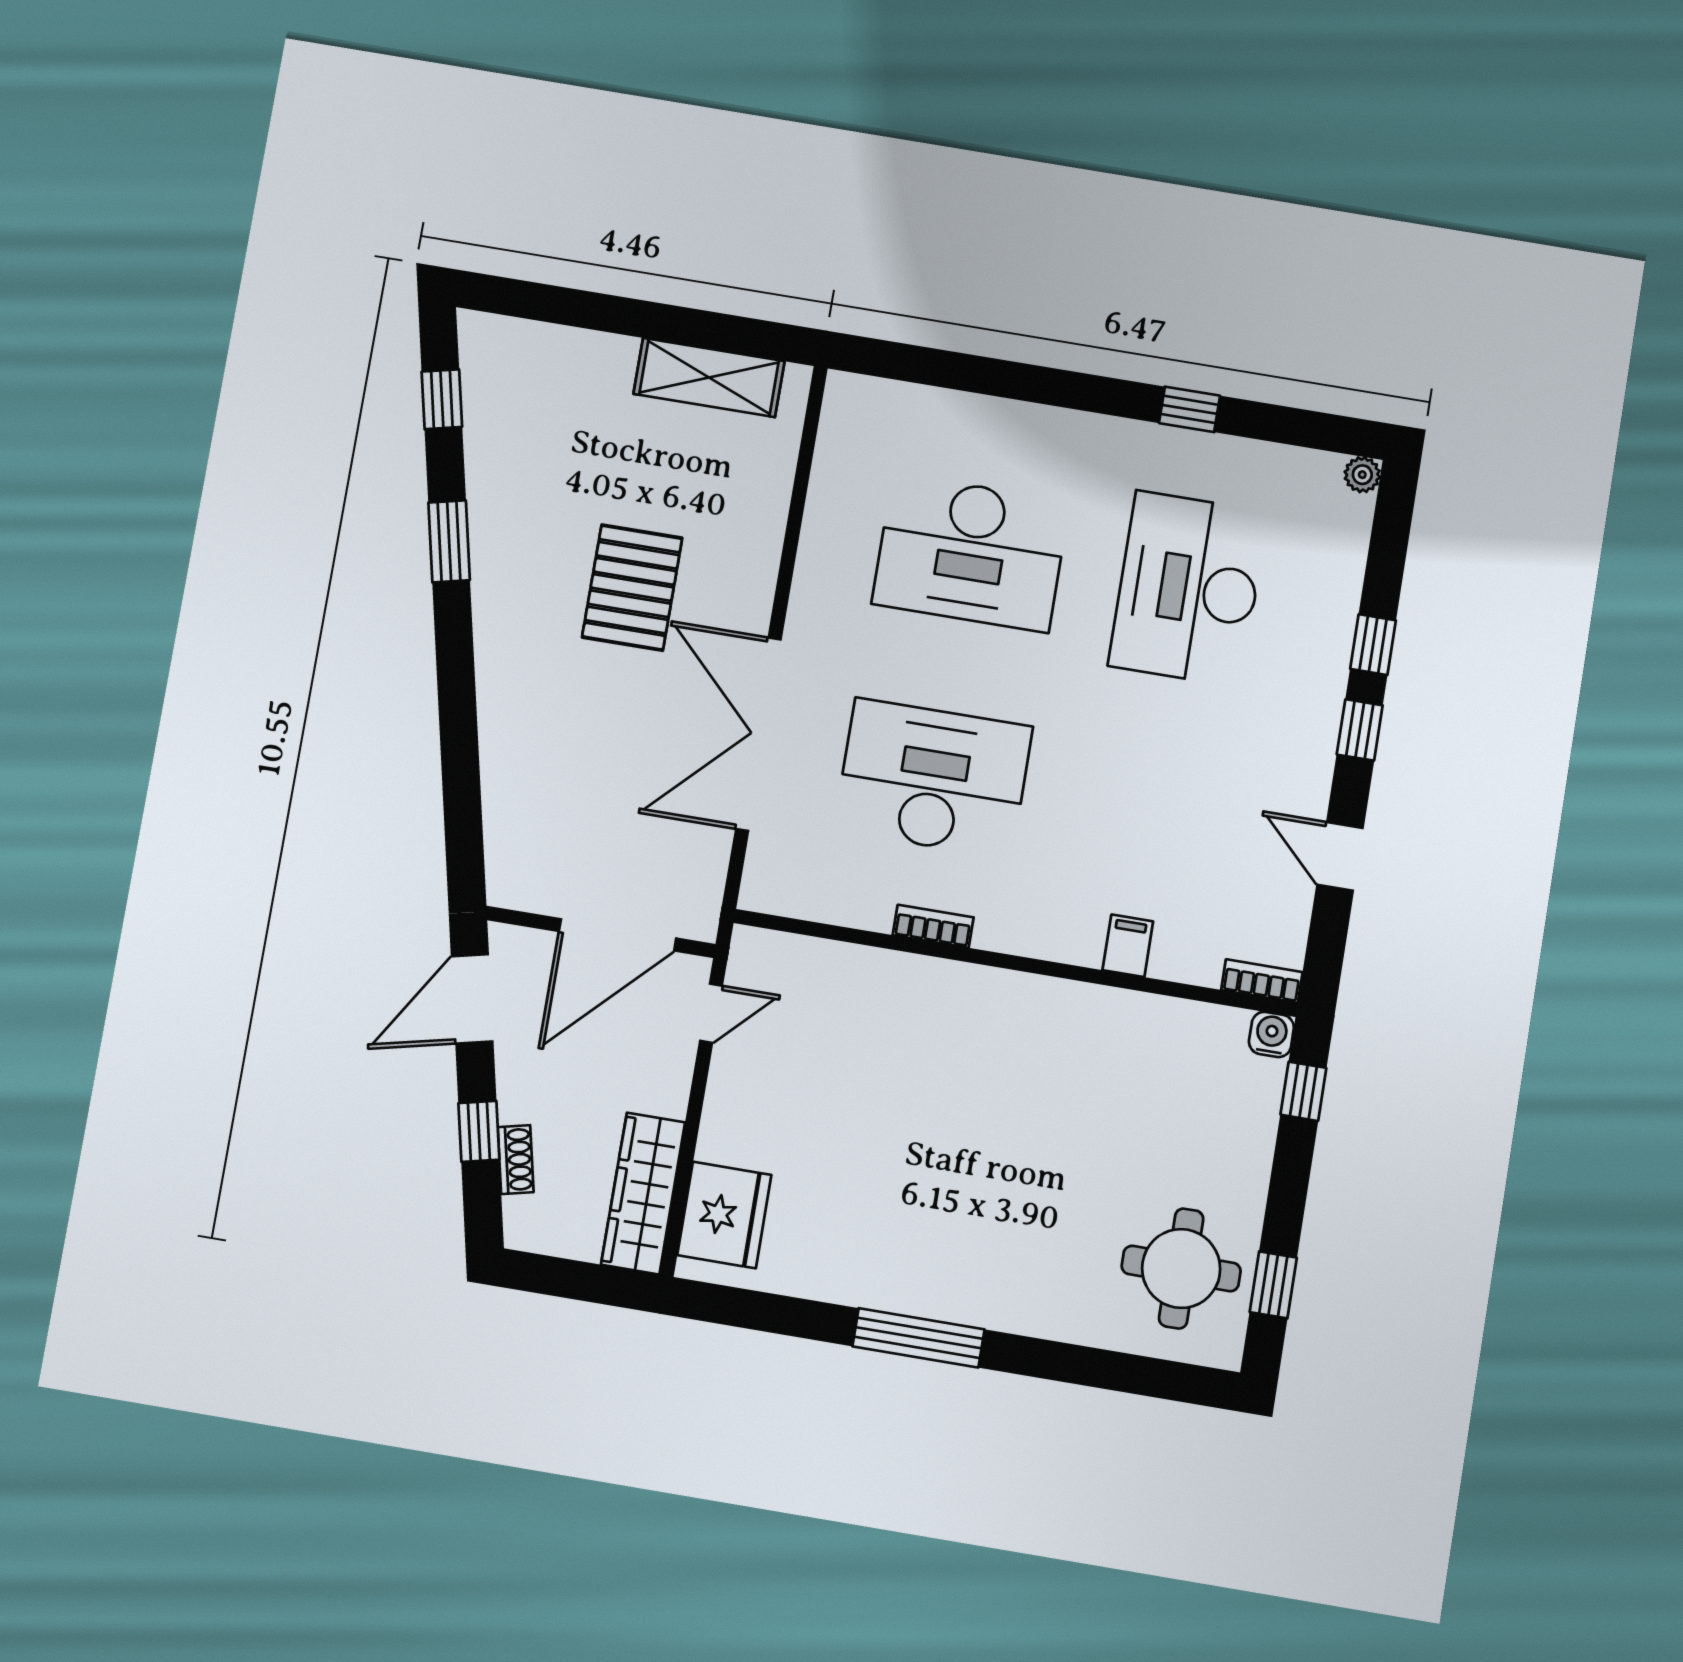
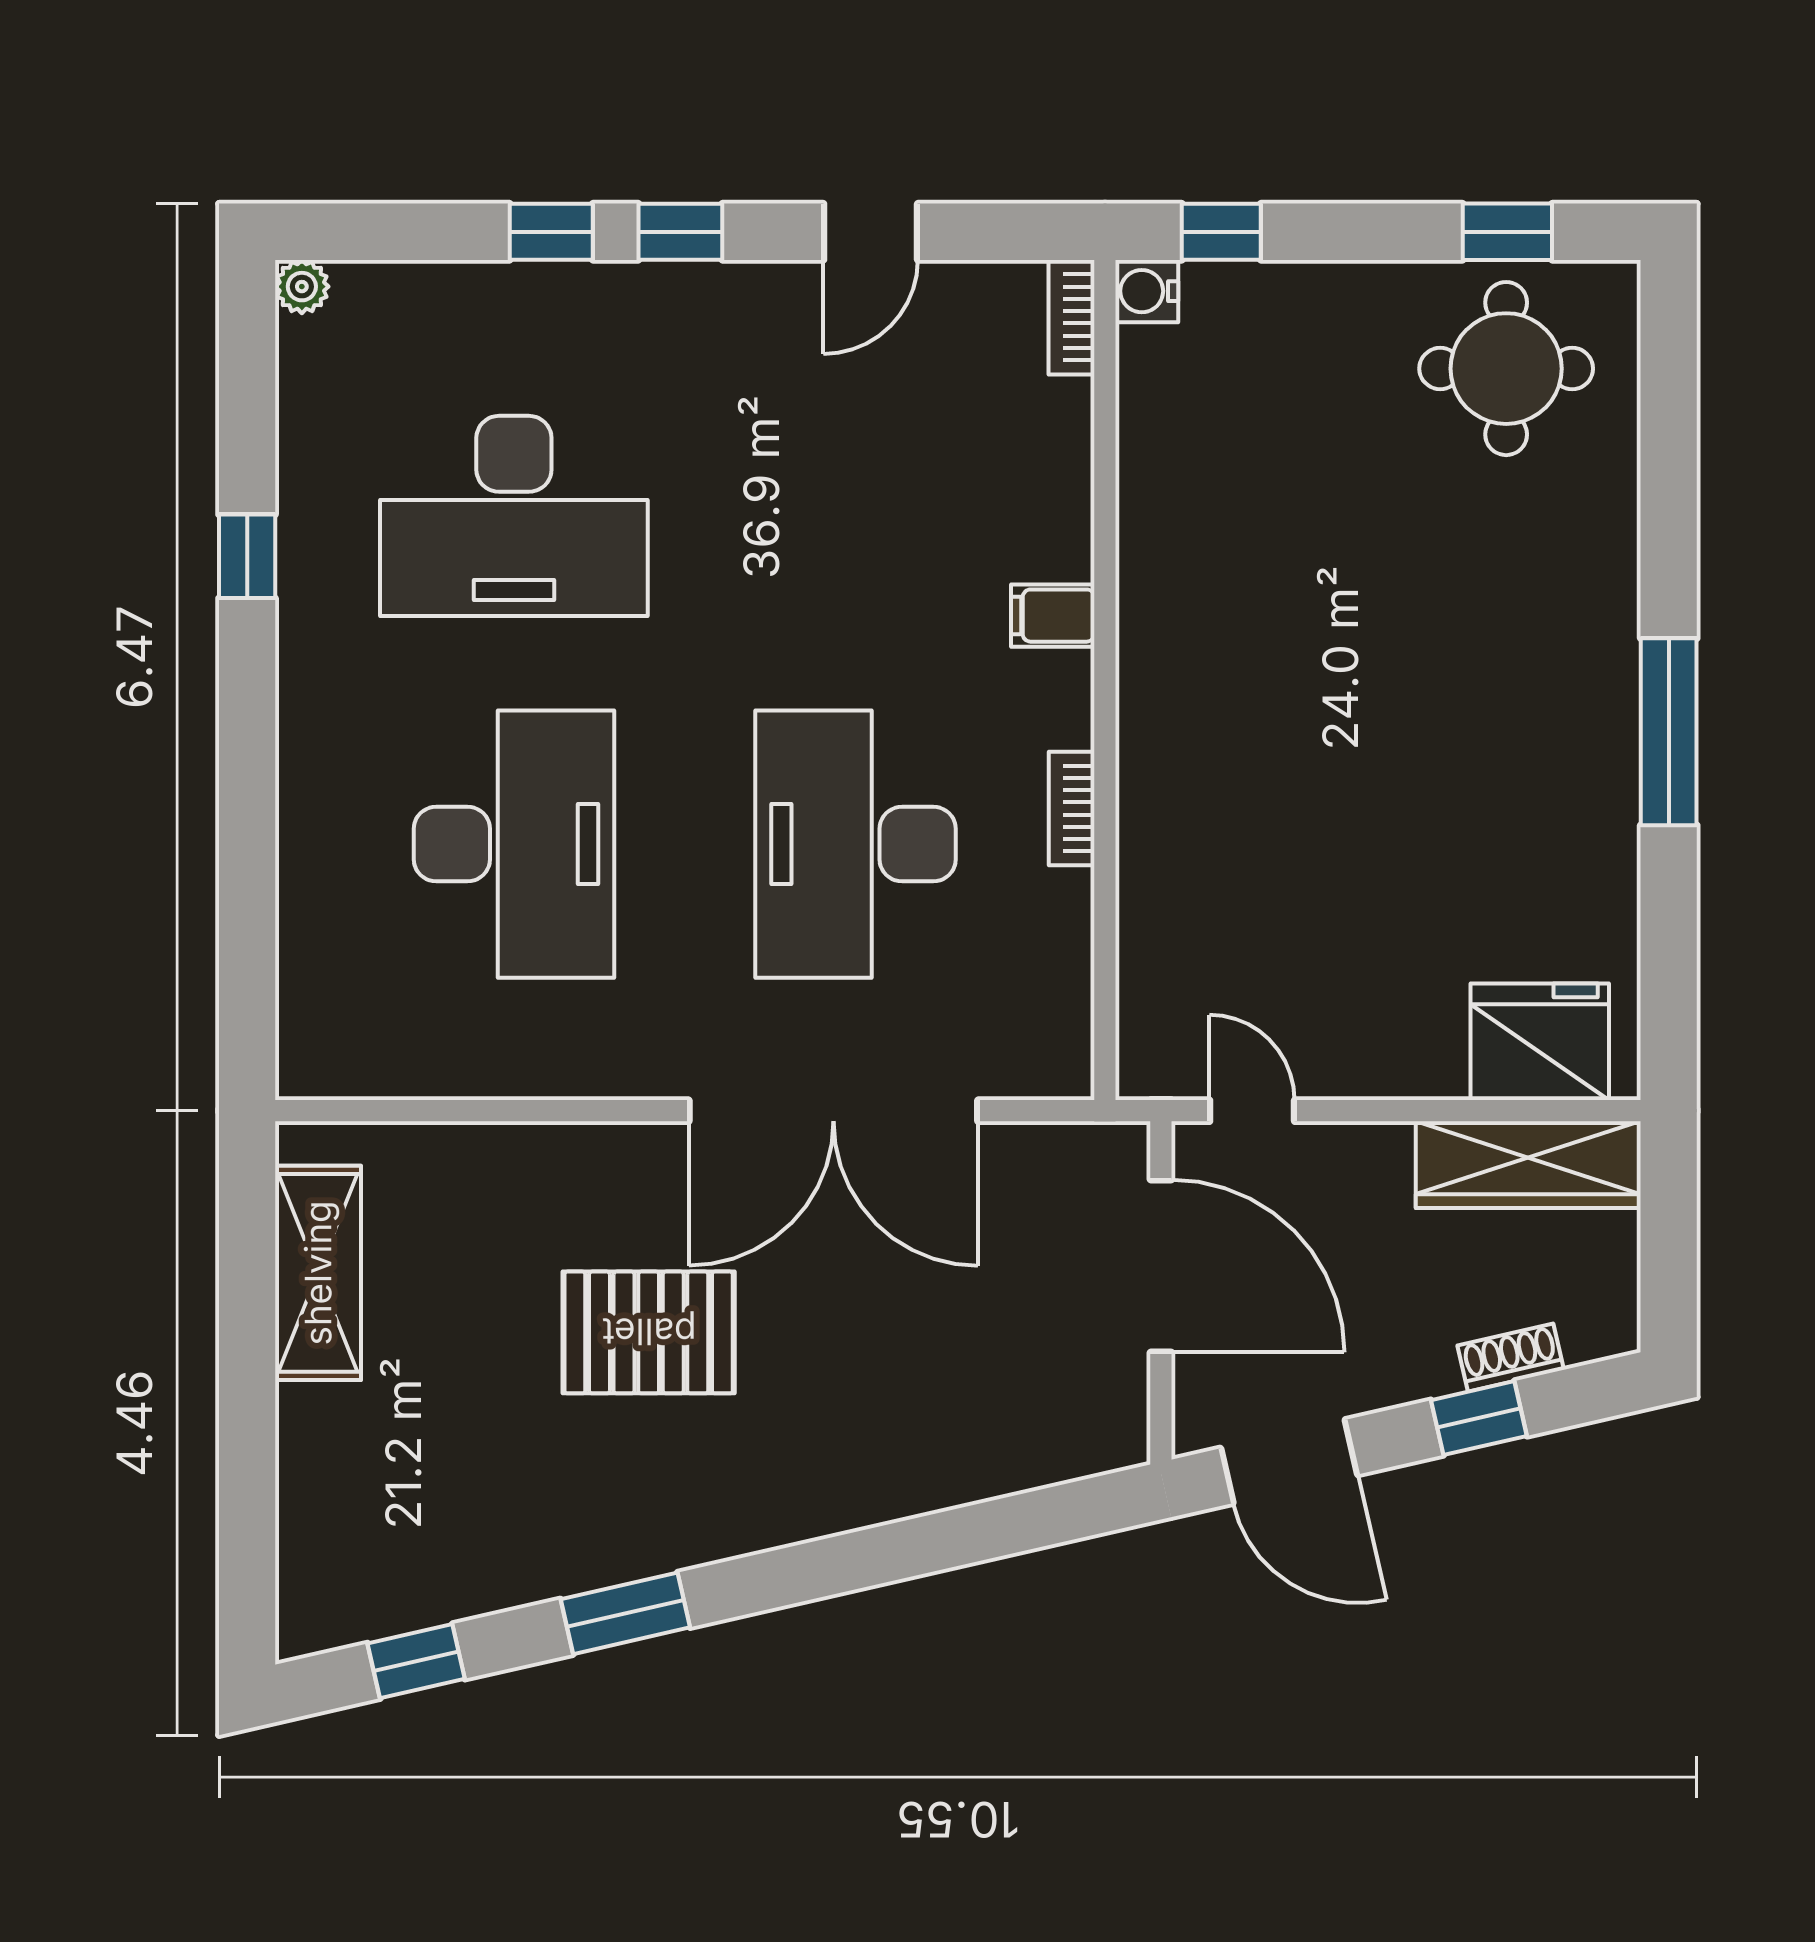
filing cabinet: (1128, 946) -> (1053, 616), moved

